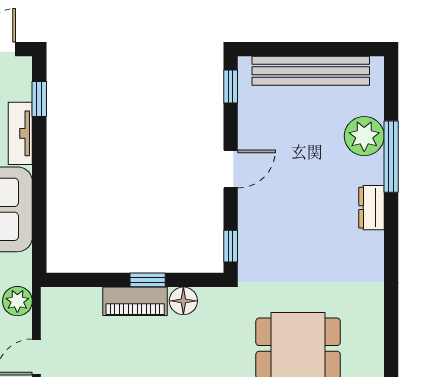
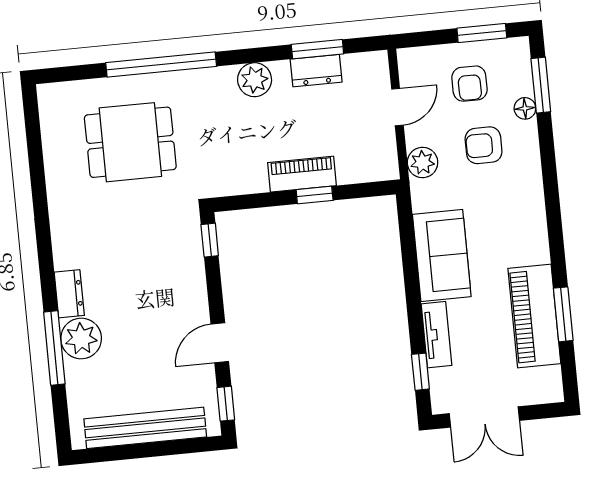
plant: (364, 136) -> (81, 338), moved
door: (231, 169) -> (220, 343), moved
window: (148, 280) -> (315, 195), moved
floor lamp: (183, 301) -> (253, 179), removed

